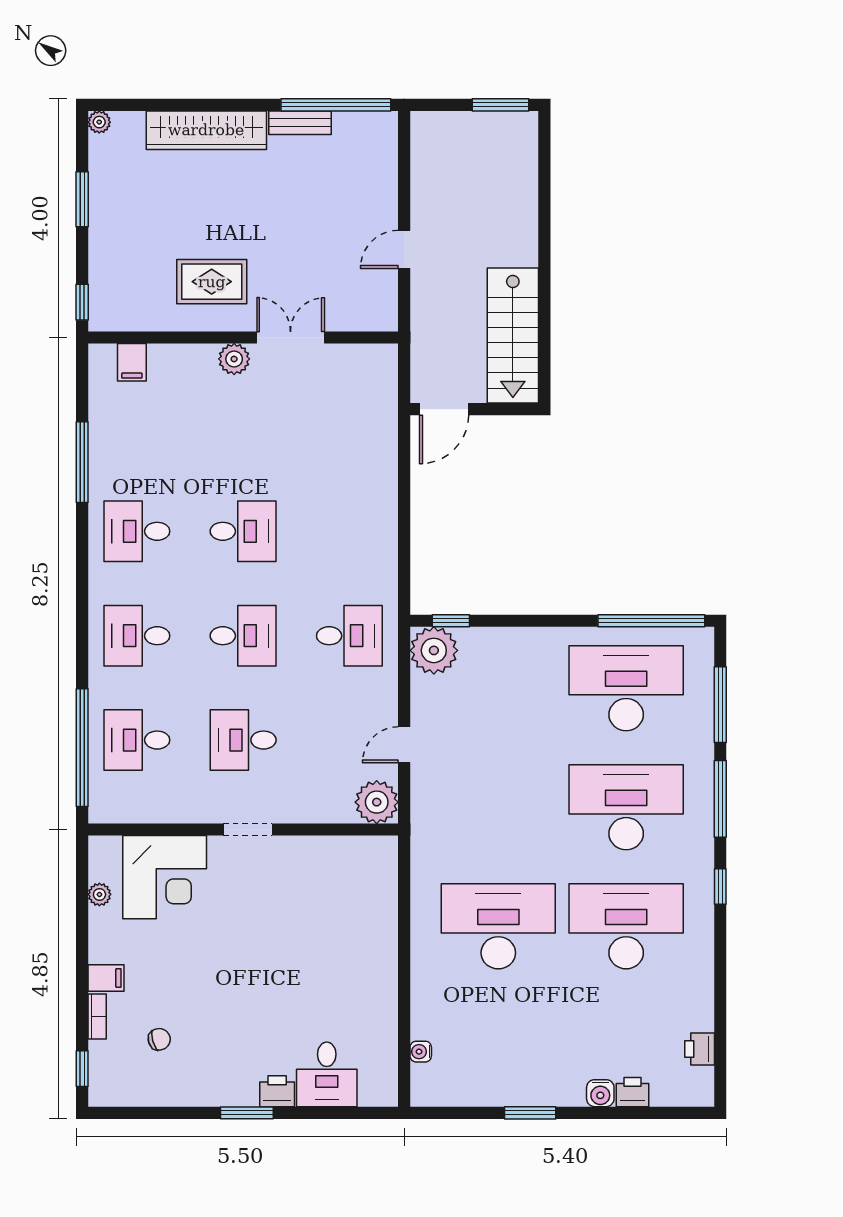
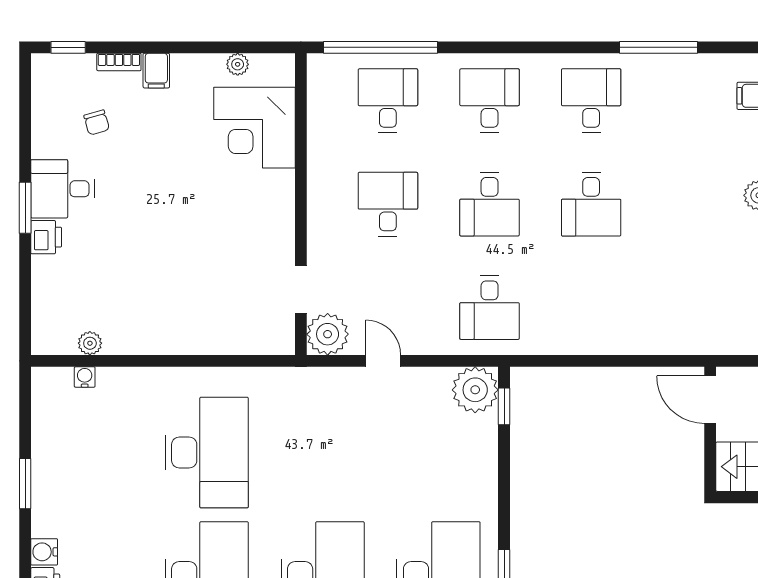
doorway: (248, 830) -> (301, 289), moved
plant: (386, 1046) -> (90, 343), added
desk: (327, 1074) -> (62, 189), moved

